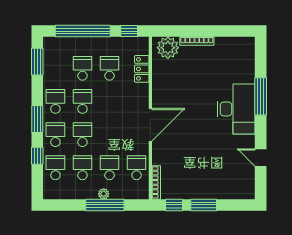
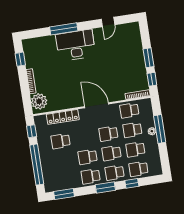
window: (229, 31) -> (20, 59), added
school desk: (82, 68) -> (108, 134), moved
locker: (142, 69) -> (63, 117), width x1.53

